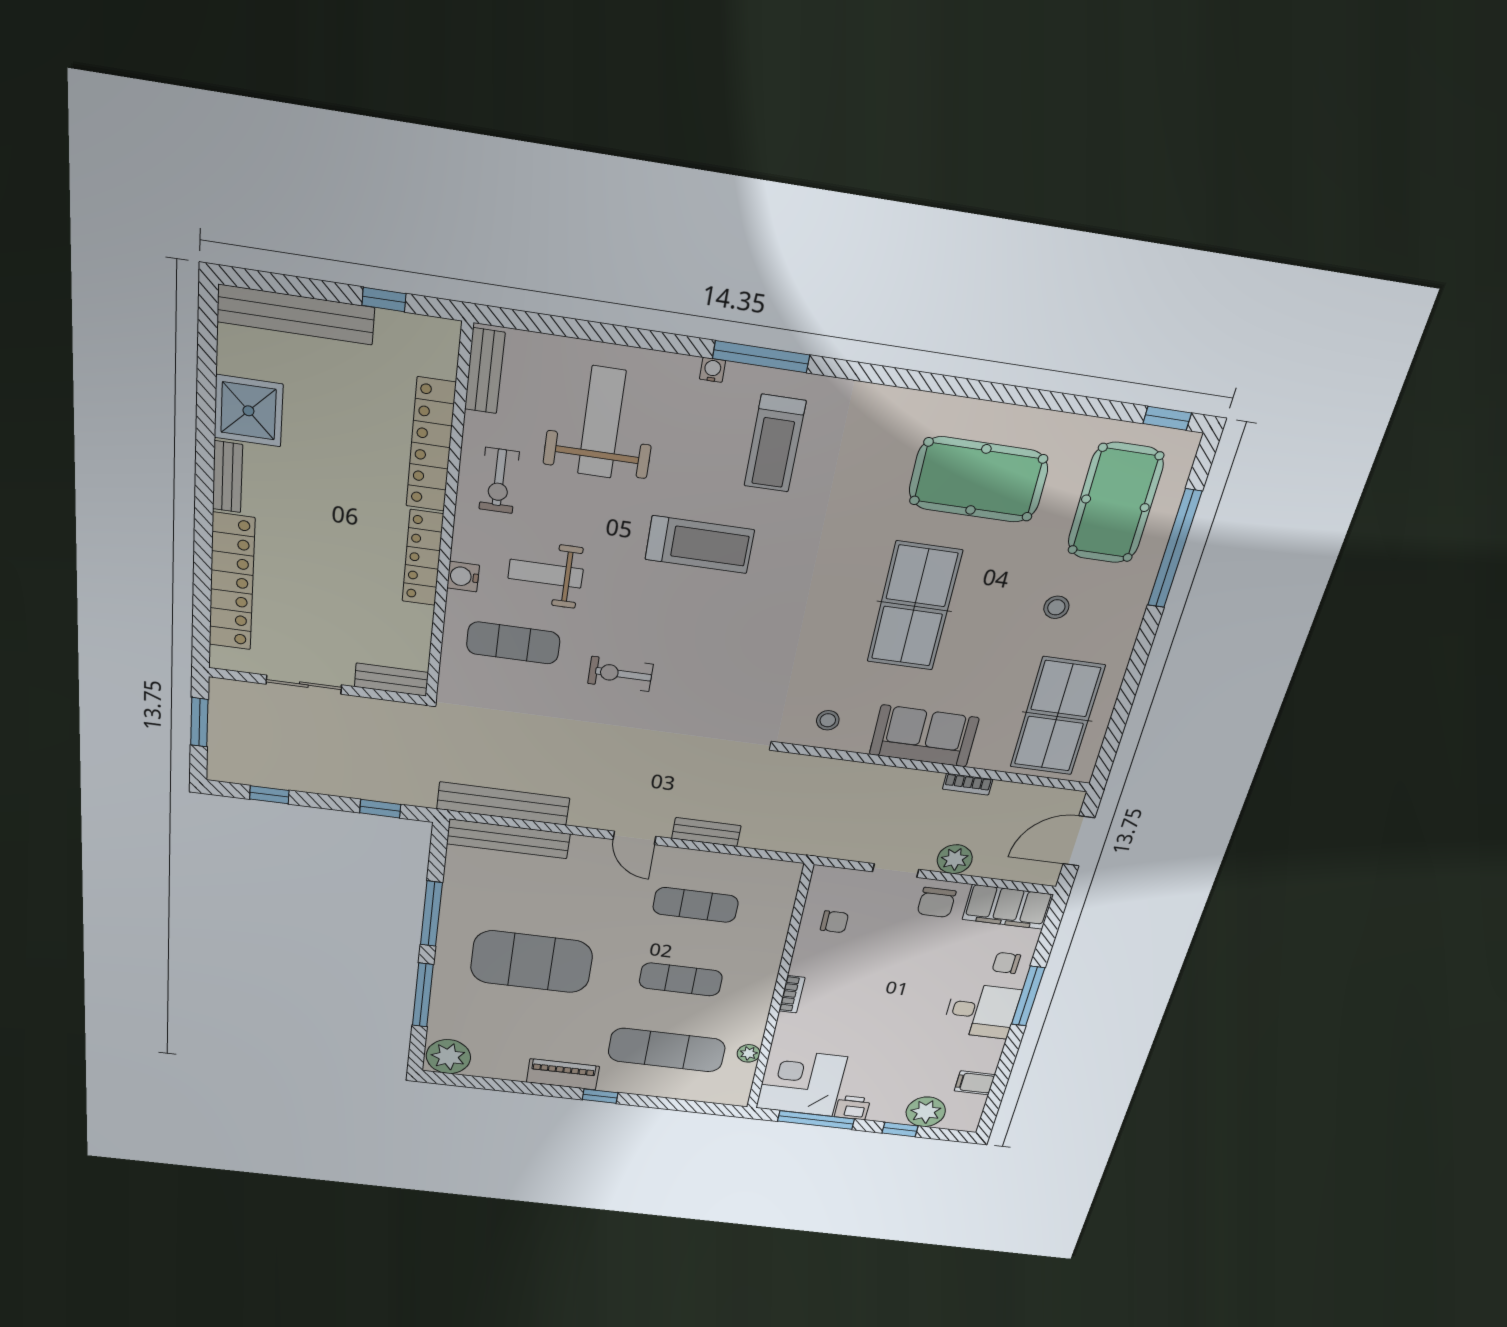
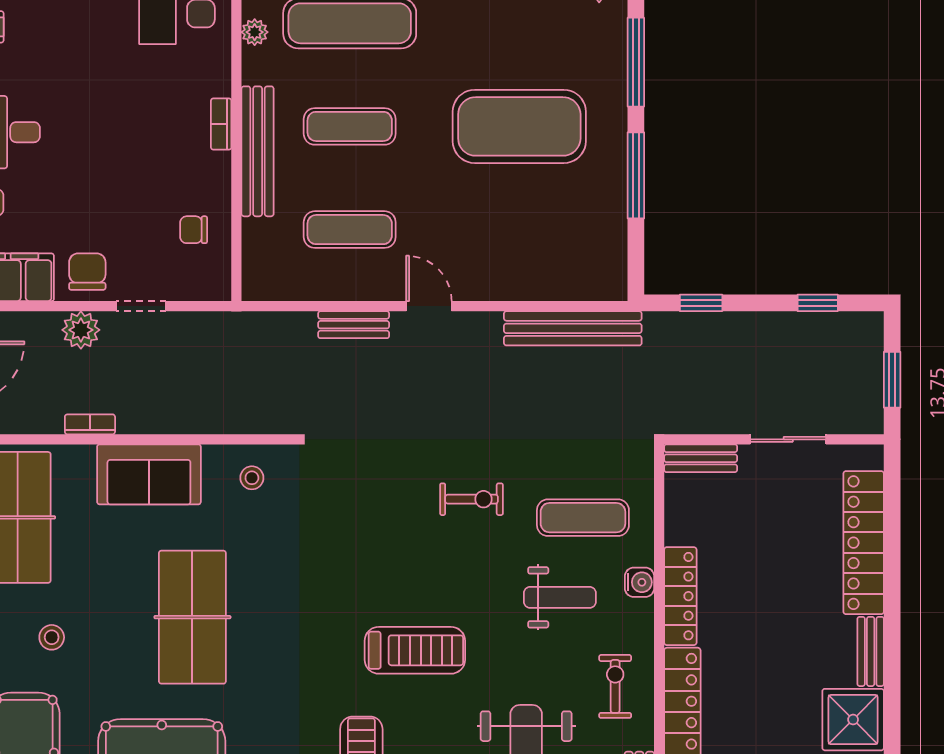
treadmill: (700, 545) -> (415, 650), turned 180
bench: (508, 839) -> (258, 151), moved, turned 90

